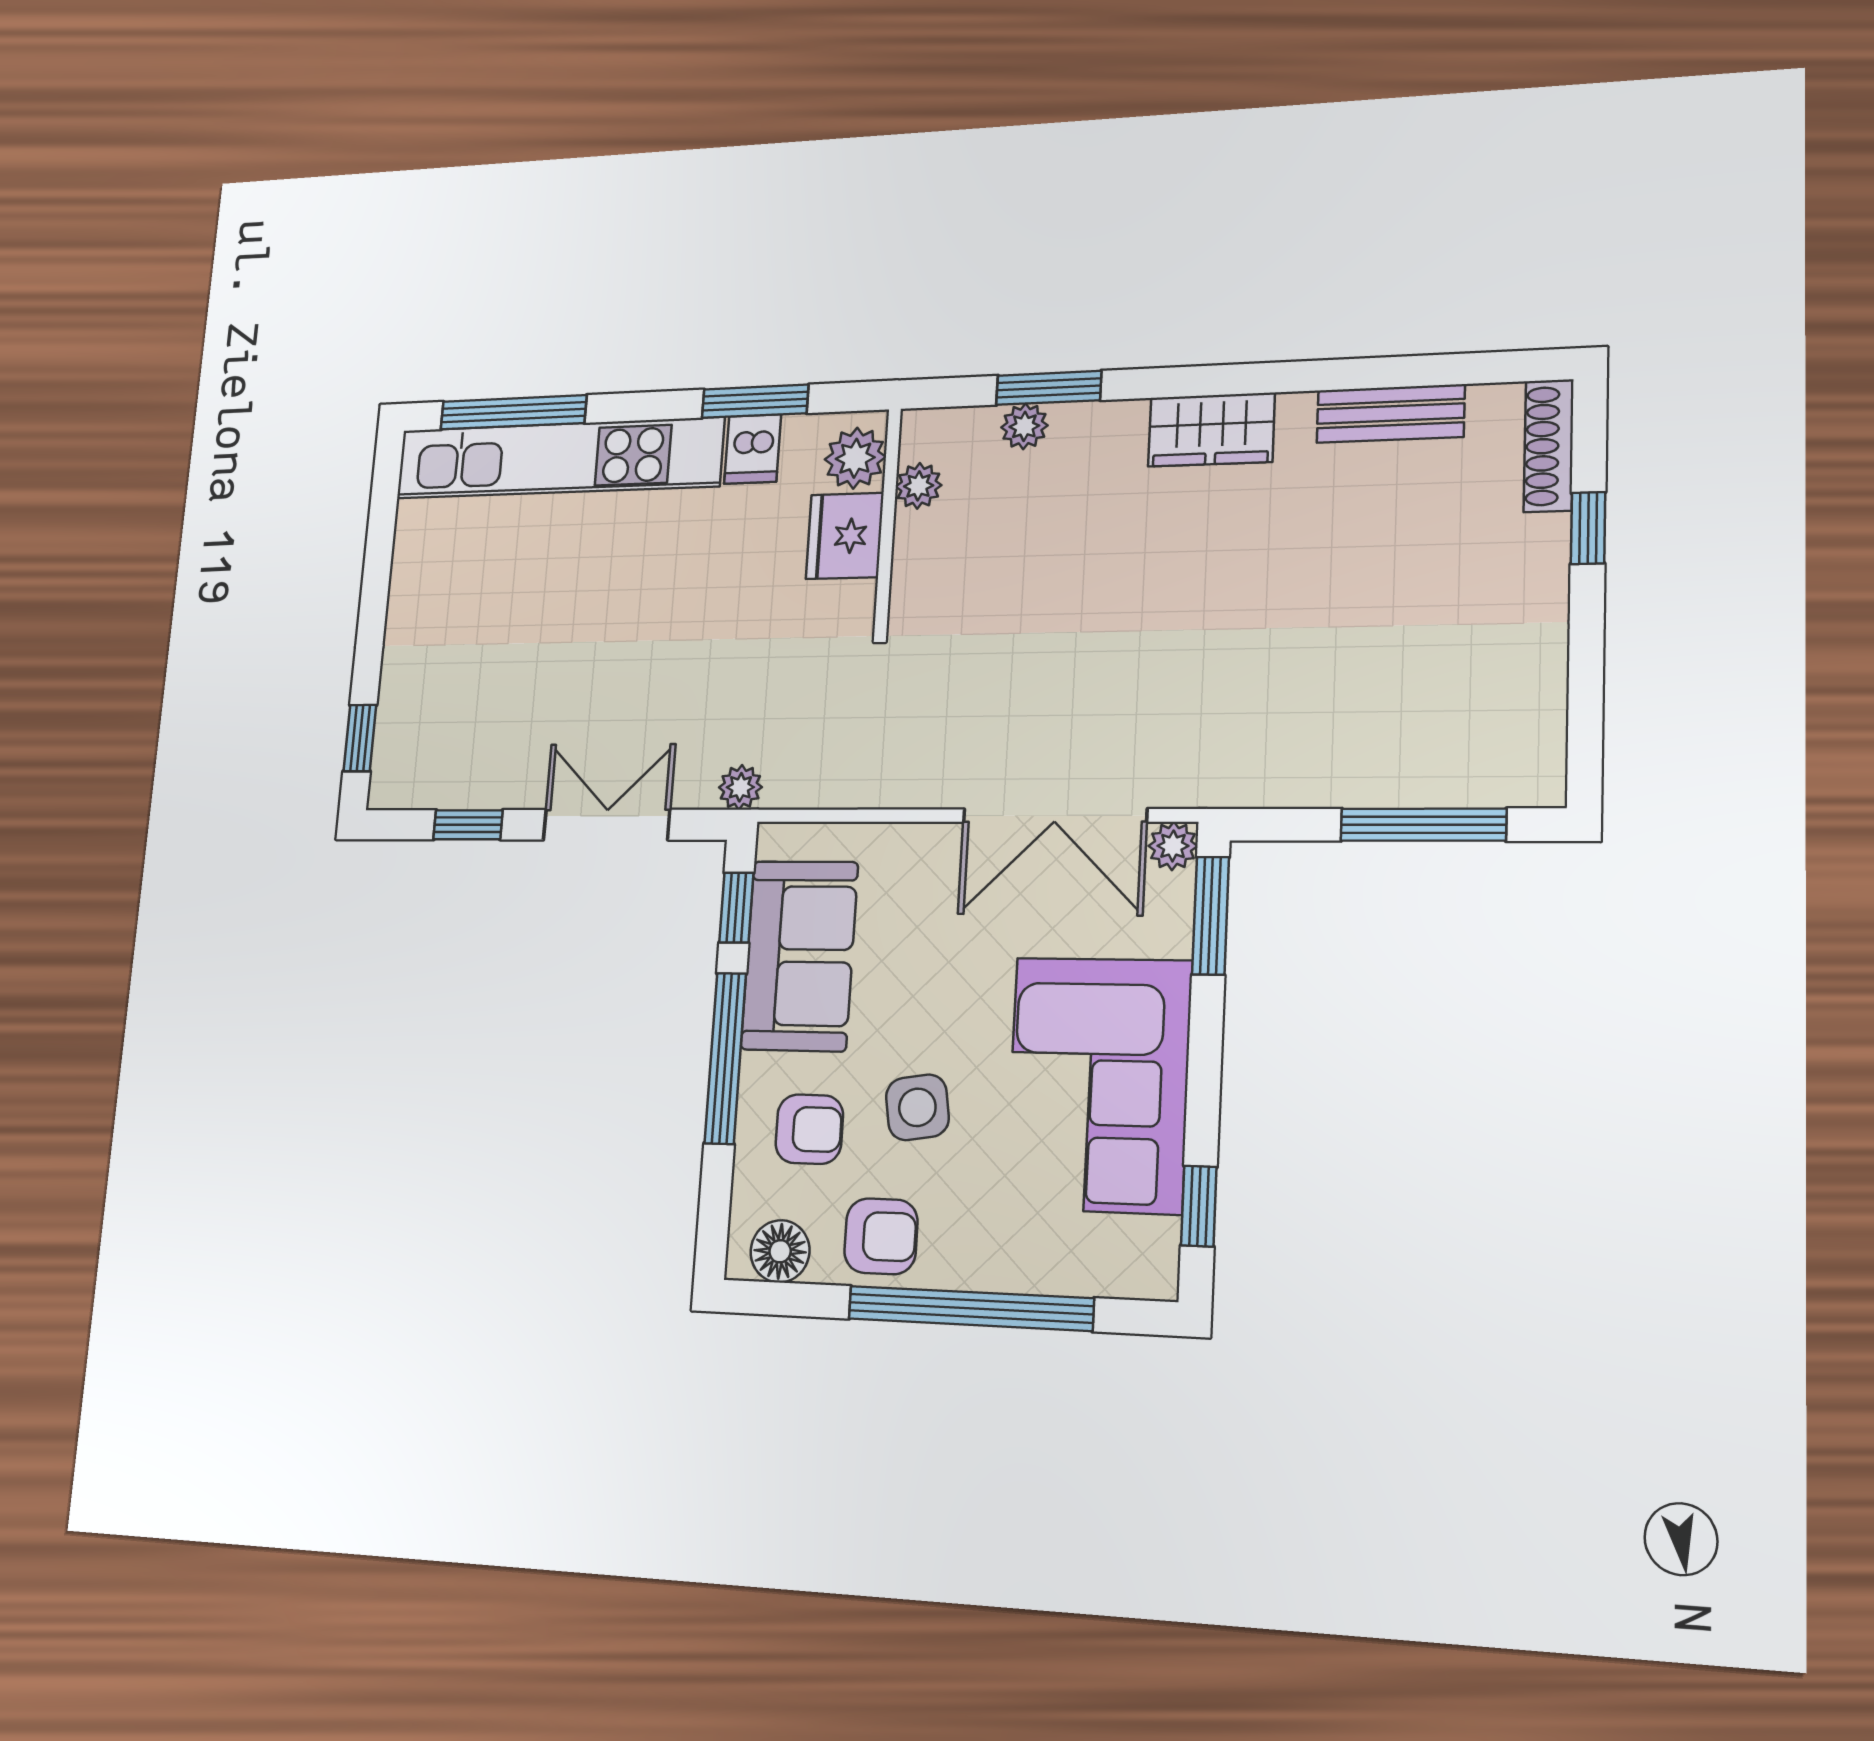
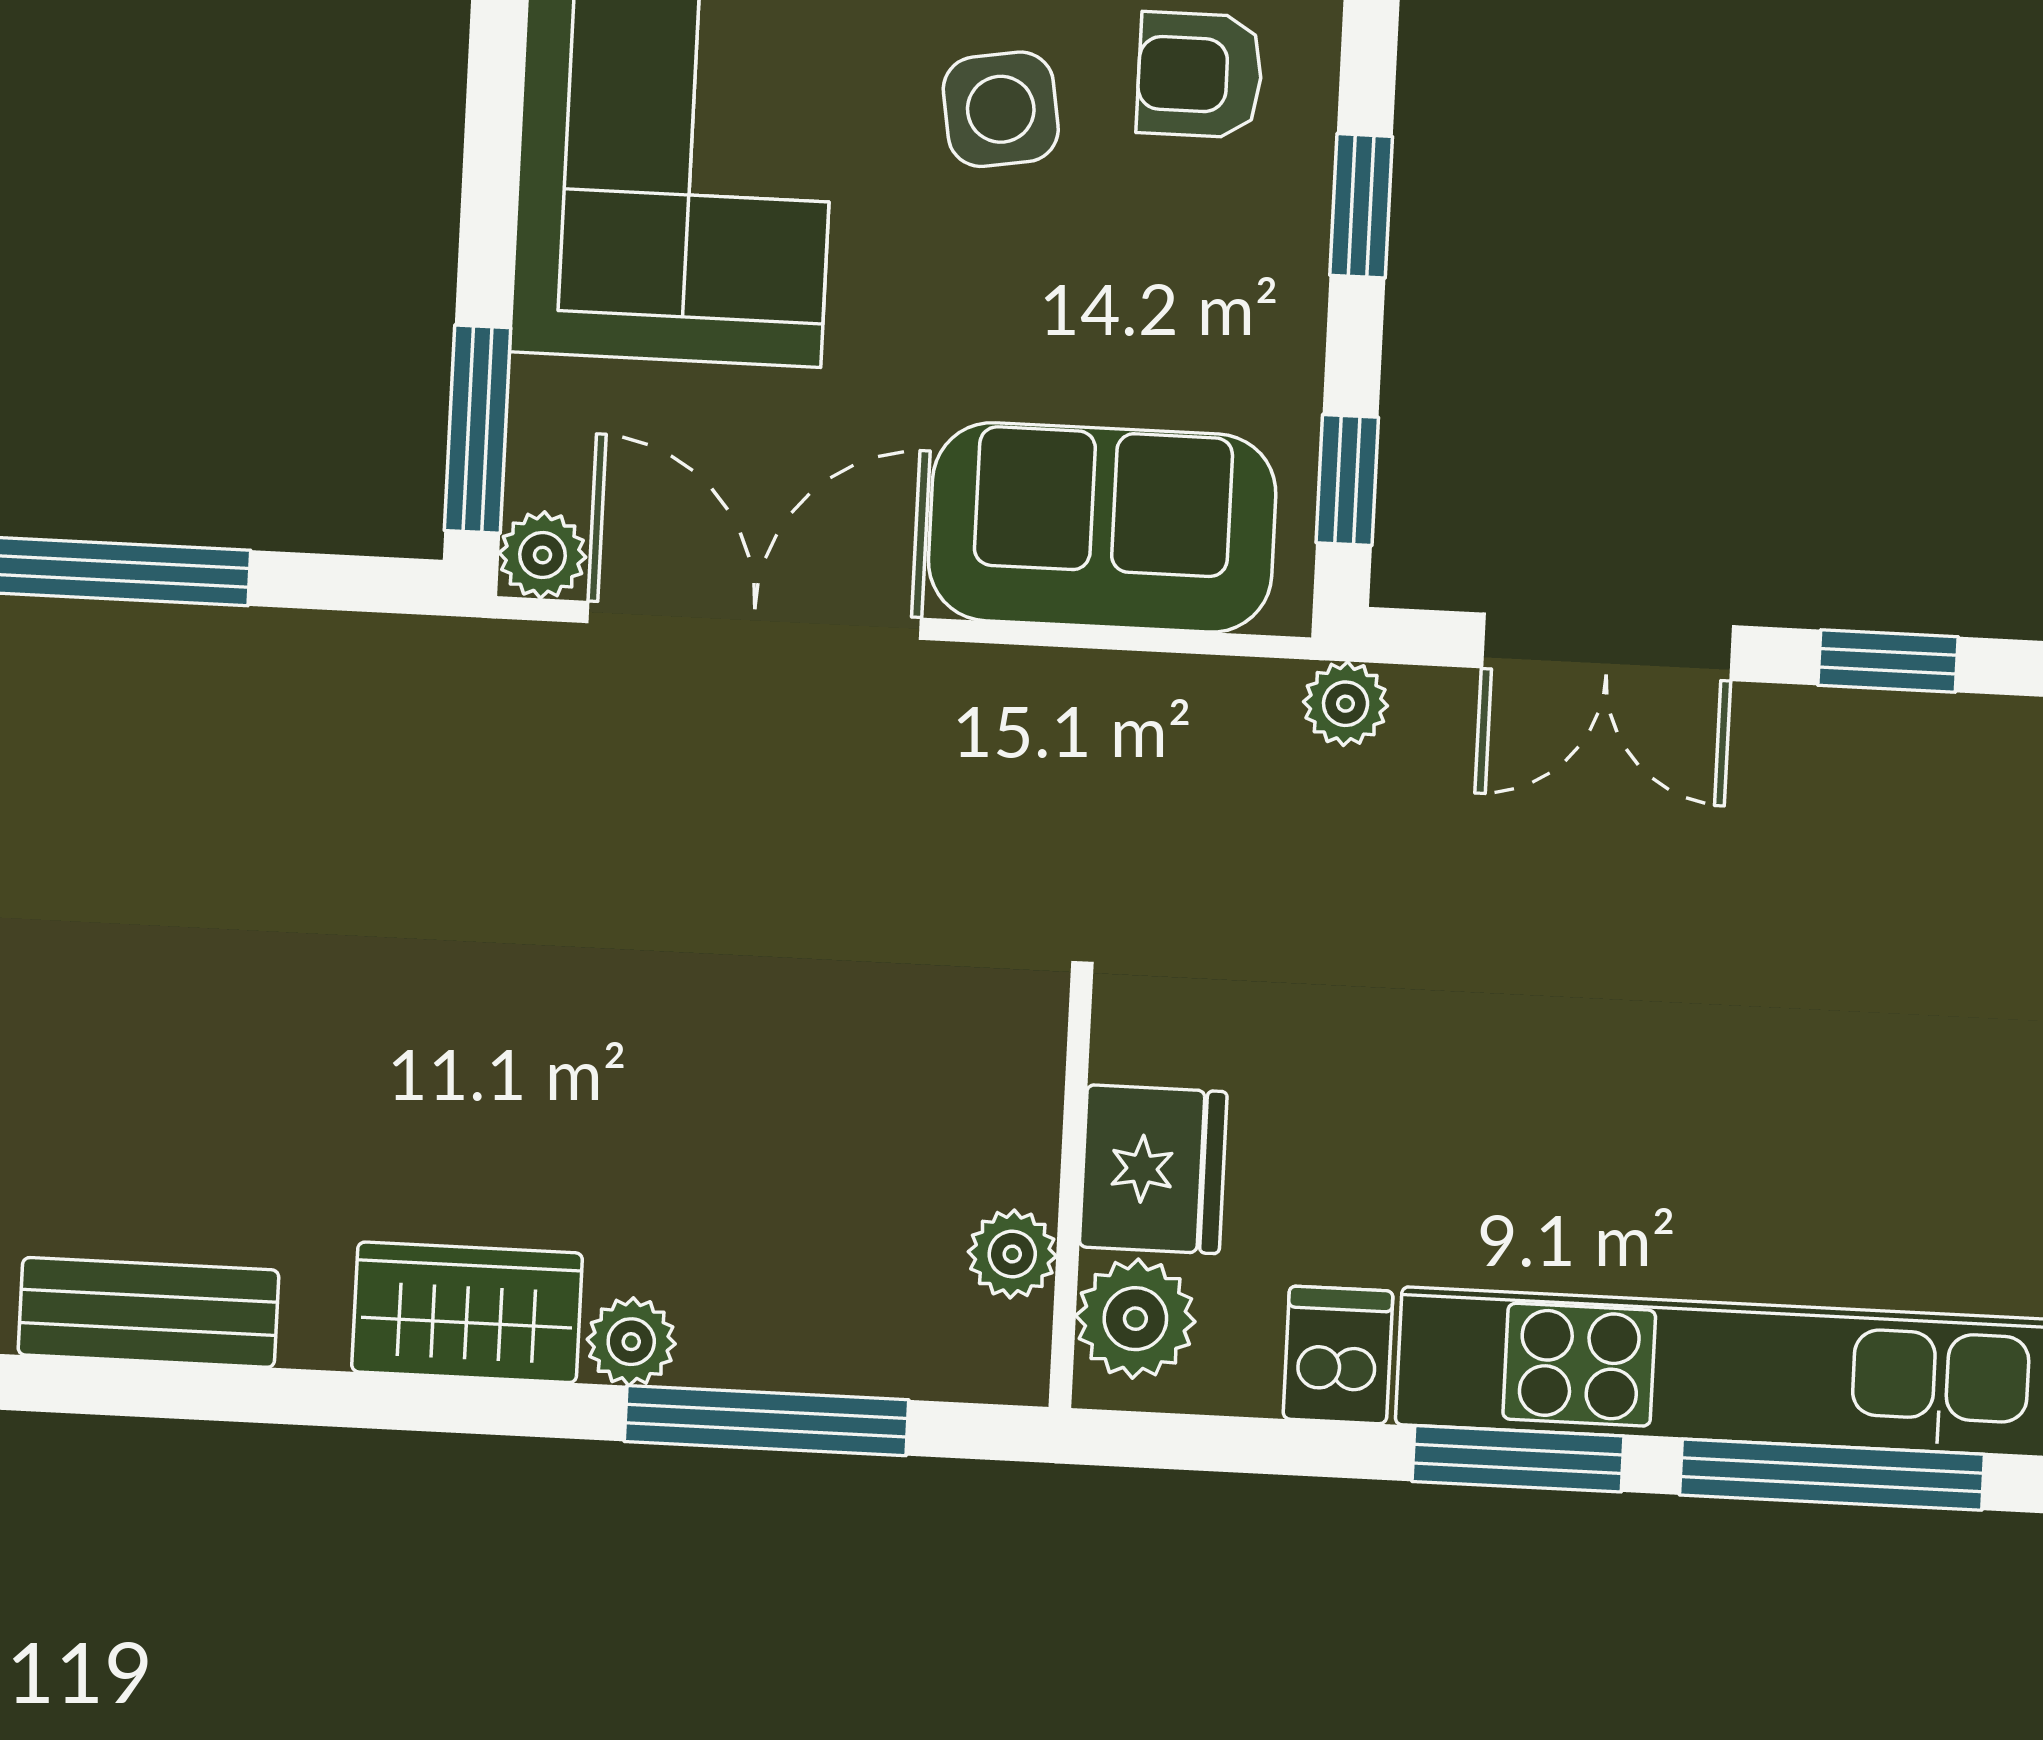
window: (1049, 388) -> (766, 1421), width x1.44
window: (755, 401) -> (1518, 1459), moved
plant: (1024, 426) -> (631, 1342), moved
sofa: (799, 956) -> (1102, 527), moved, turned 90
window: (725, 1058) -> (1361, 206), width x0.46

